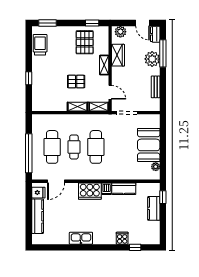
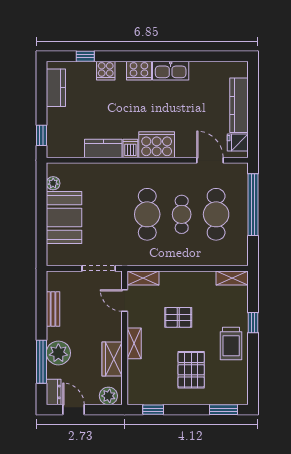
pallet: (85, 42) -> (191, 370), moved
trolley: (40, 45) -> (231, 343), moved
shelving: (78, 107) -> (232, 278), moved
door: (56, 181) -> (210, 160), hinge flipped
kitchen counter: (154, 208) -> (56, 88), moved
cooker: (101, 238) -> (139, 71), added

